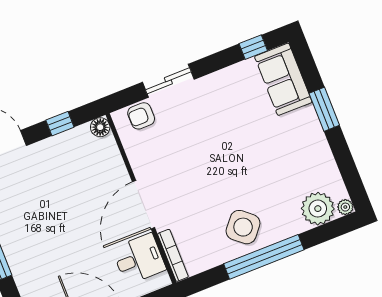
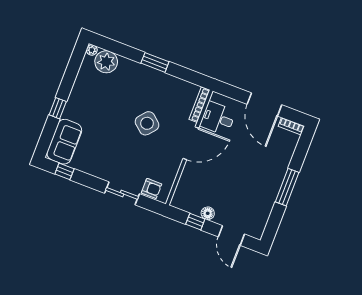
window: (324, 109) -> (58, 108), width x0.67
floor lamp: (100, 127) -> (208, 213), moved
side table: (243, 227) -> (147, 123), moved
window: (264, 257) -> (155, 62), width x0.47

